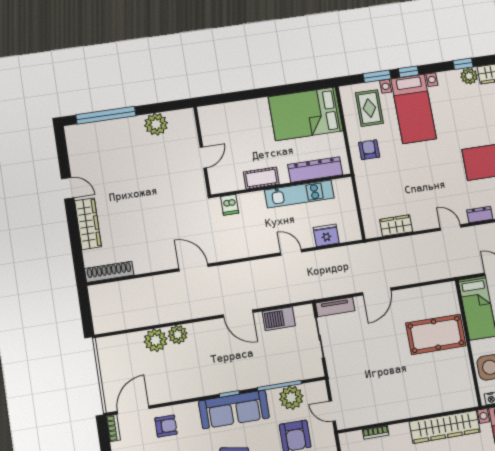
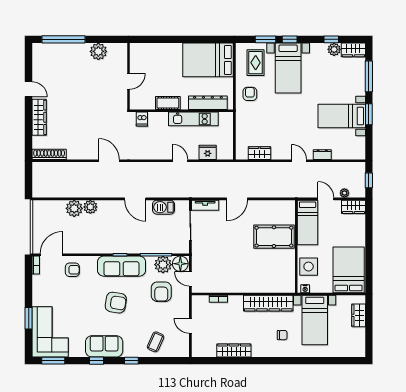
floor lamp: (315, 393) -> (180, 264), added

